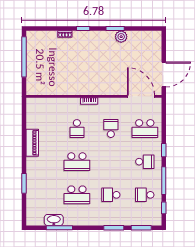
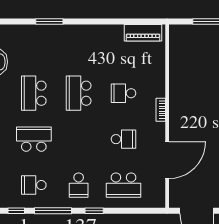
door: (141, 96) -> (167, 160), moved
school desk: (145, 129) -> (123, 185), turned -90
piano: (32, 143) -> (143, 33), moved
school desk: (111, 195) -> (34, 139), width x1.85
school desk: (145, 195) -> (34, 185), turned -90

